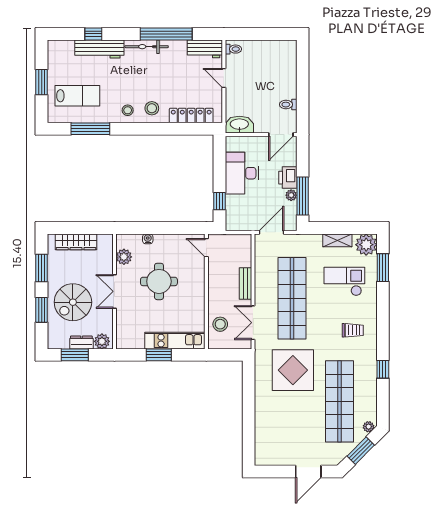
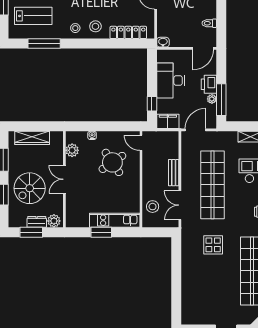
washbasin: (239, 125) -> (163, 42), width x0.52, depth x0.69
filing cabinet: (238, 222) -> (168, 121), added
round table: (159, 281) -> (112, 162), moved, turned -34
display table: (293, 370) -> (213, 245), width x0.54, depth x0.54

